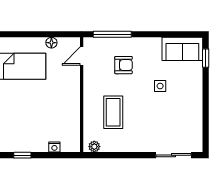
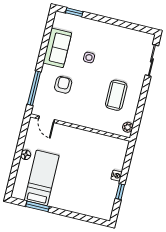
floor lamp: (51, 43) -> (26, 155), moved
sofa: (182, 49) -> (57, 48), moved
coffee table: (113, 112) -> (116, 95), moved, turned 90
nightstand: (54, 147) -> (116, 176), moved

